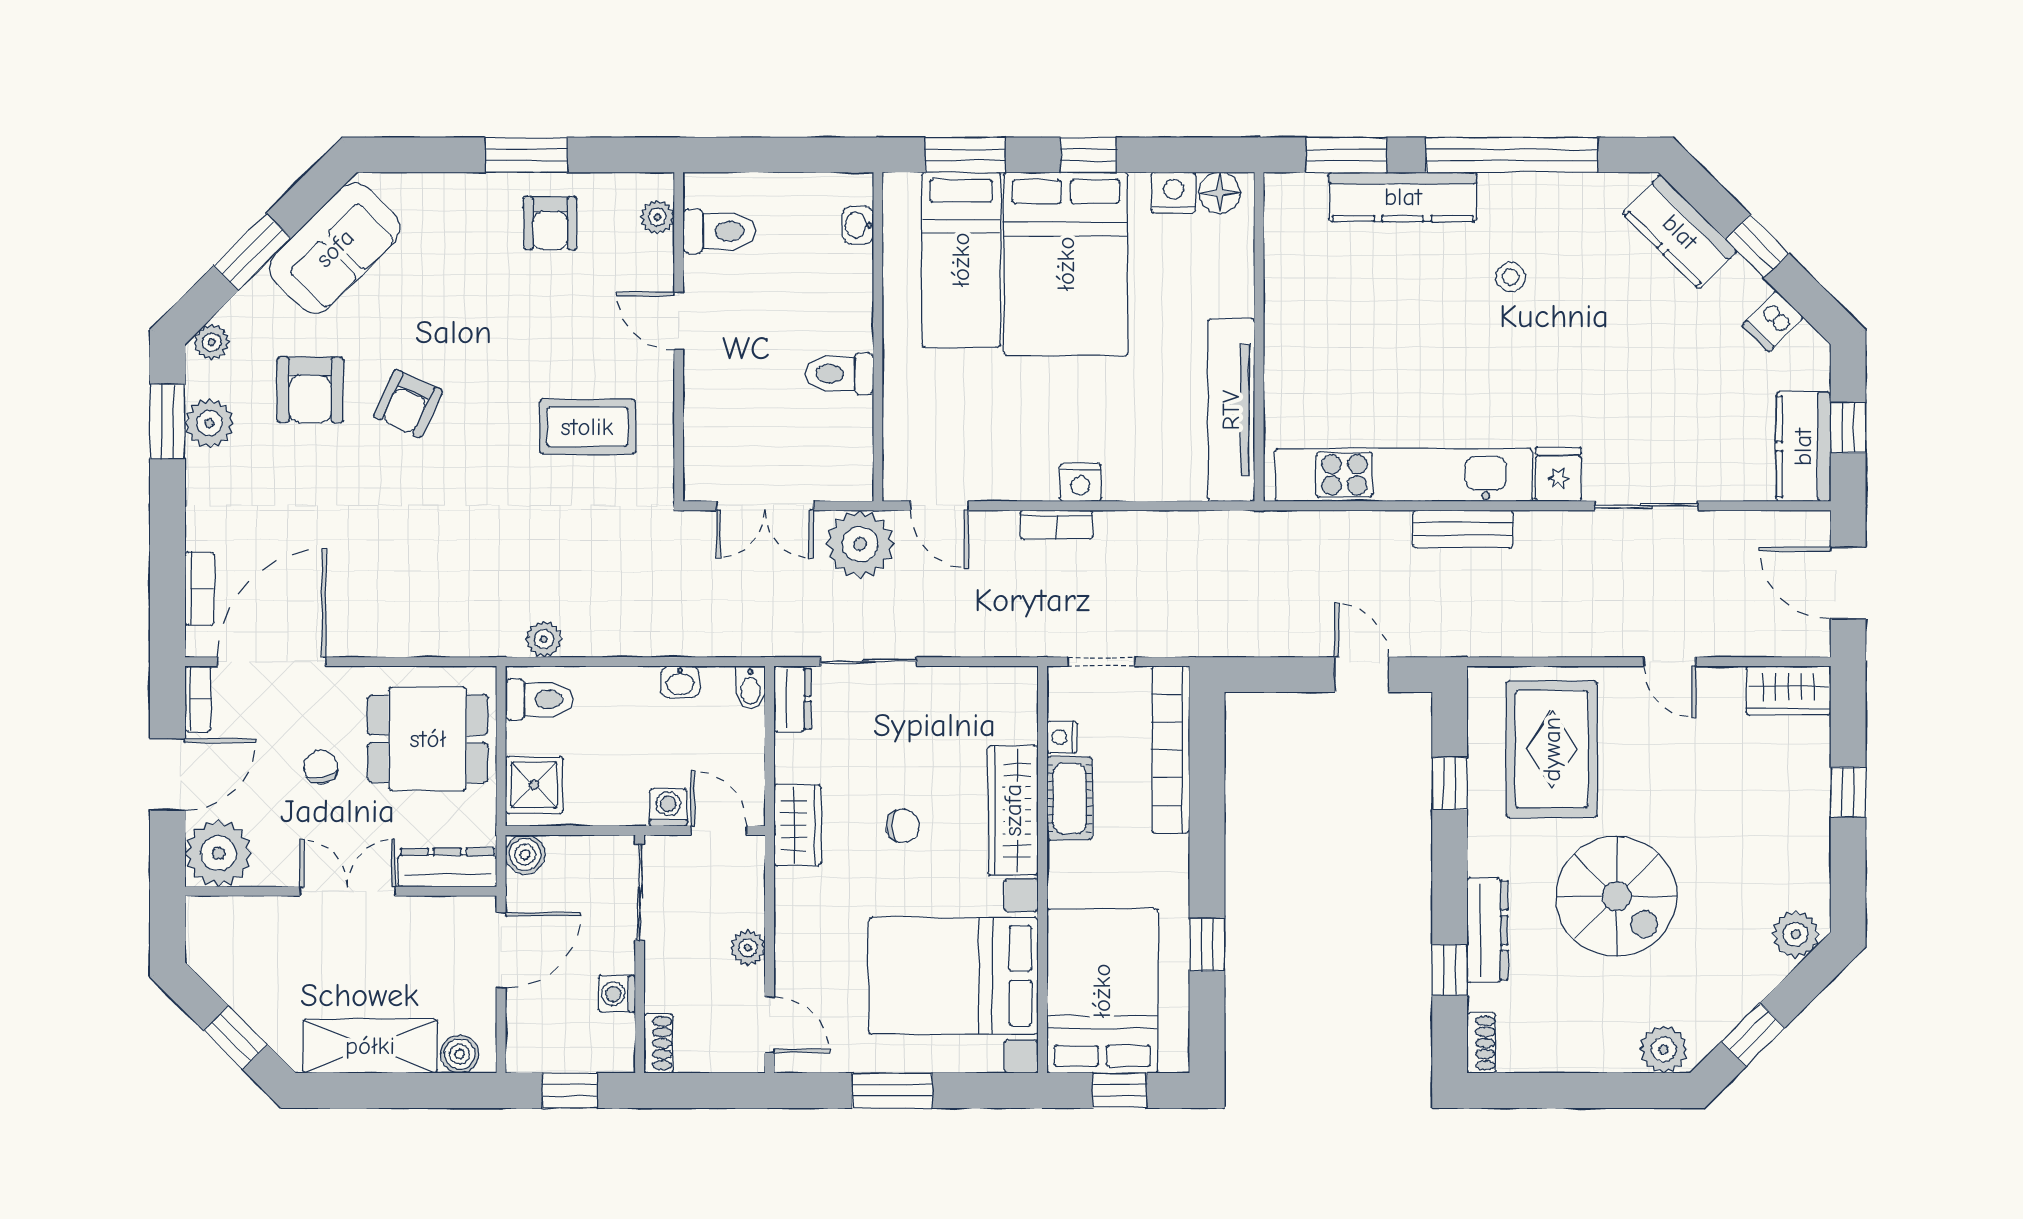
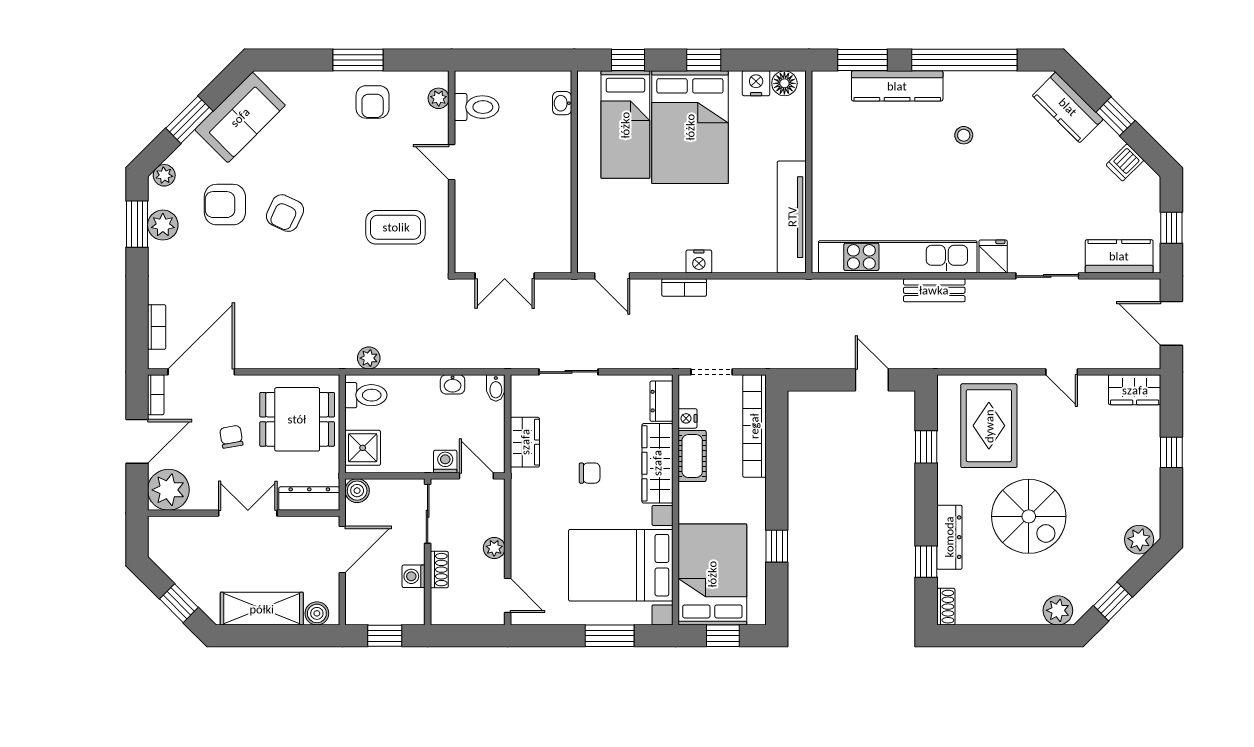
window: (965, 155) -> (628, 60), width x0.67
toilet: (839, 374) -> (551, 195), removed
armchair: (310, 390) -> (225, 205), turned 90
kitchen counter: (1803, 447) -> (1119, 256), moved, turned 90
plant: (860, 544) -> (563, 300), removed
dresser: (792, 699) -> (661, 401), moved, turned 180
wardrobe: (797, 825) -> (525, 442), moved
shoe rack: (658, 1043) -> (439, 570), moved
window: (892, 1090) -> (610, 636), moved

